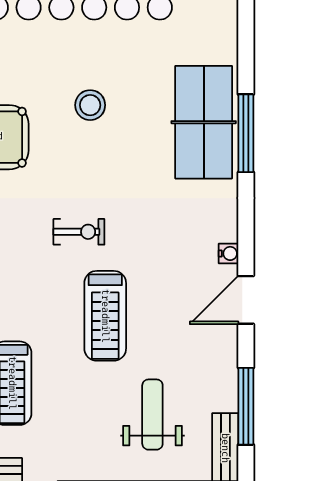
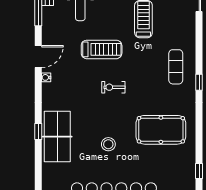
window: (246, 133) -> (38, 132), width x0.46
treadmill: (105, 316) -> (102, 49), turned 90

